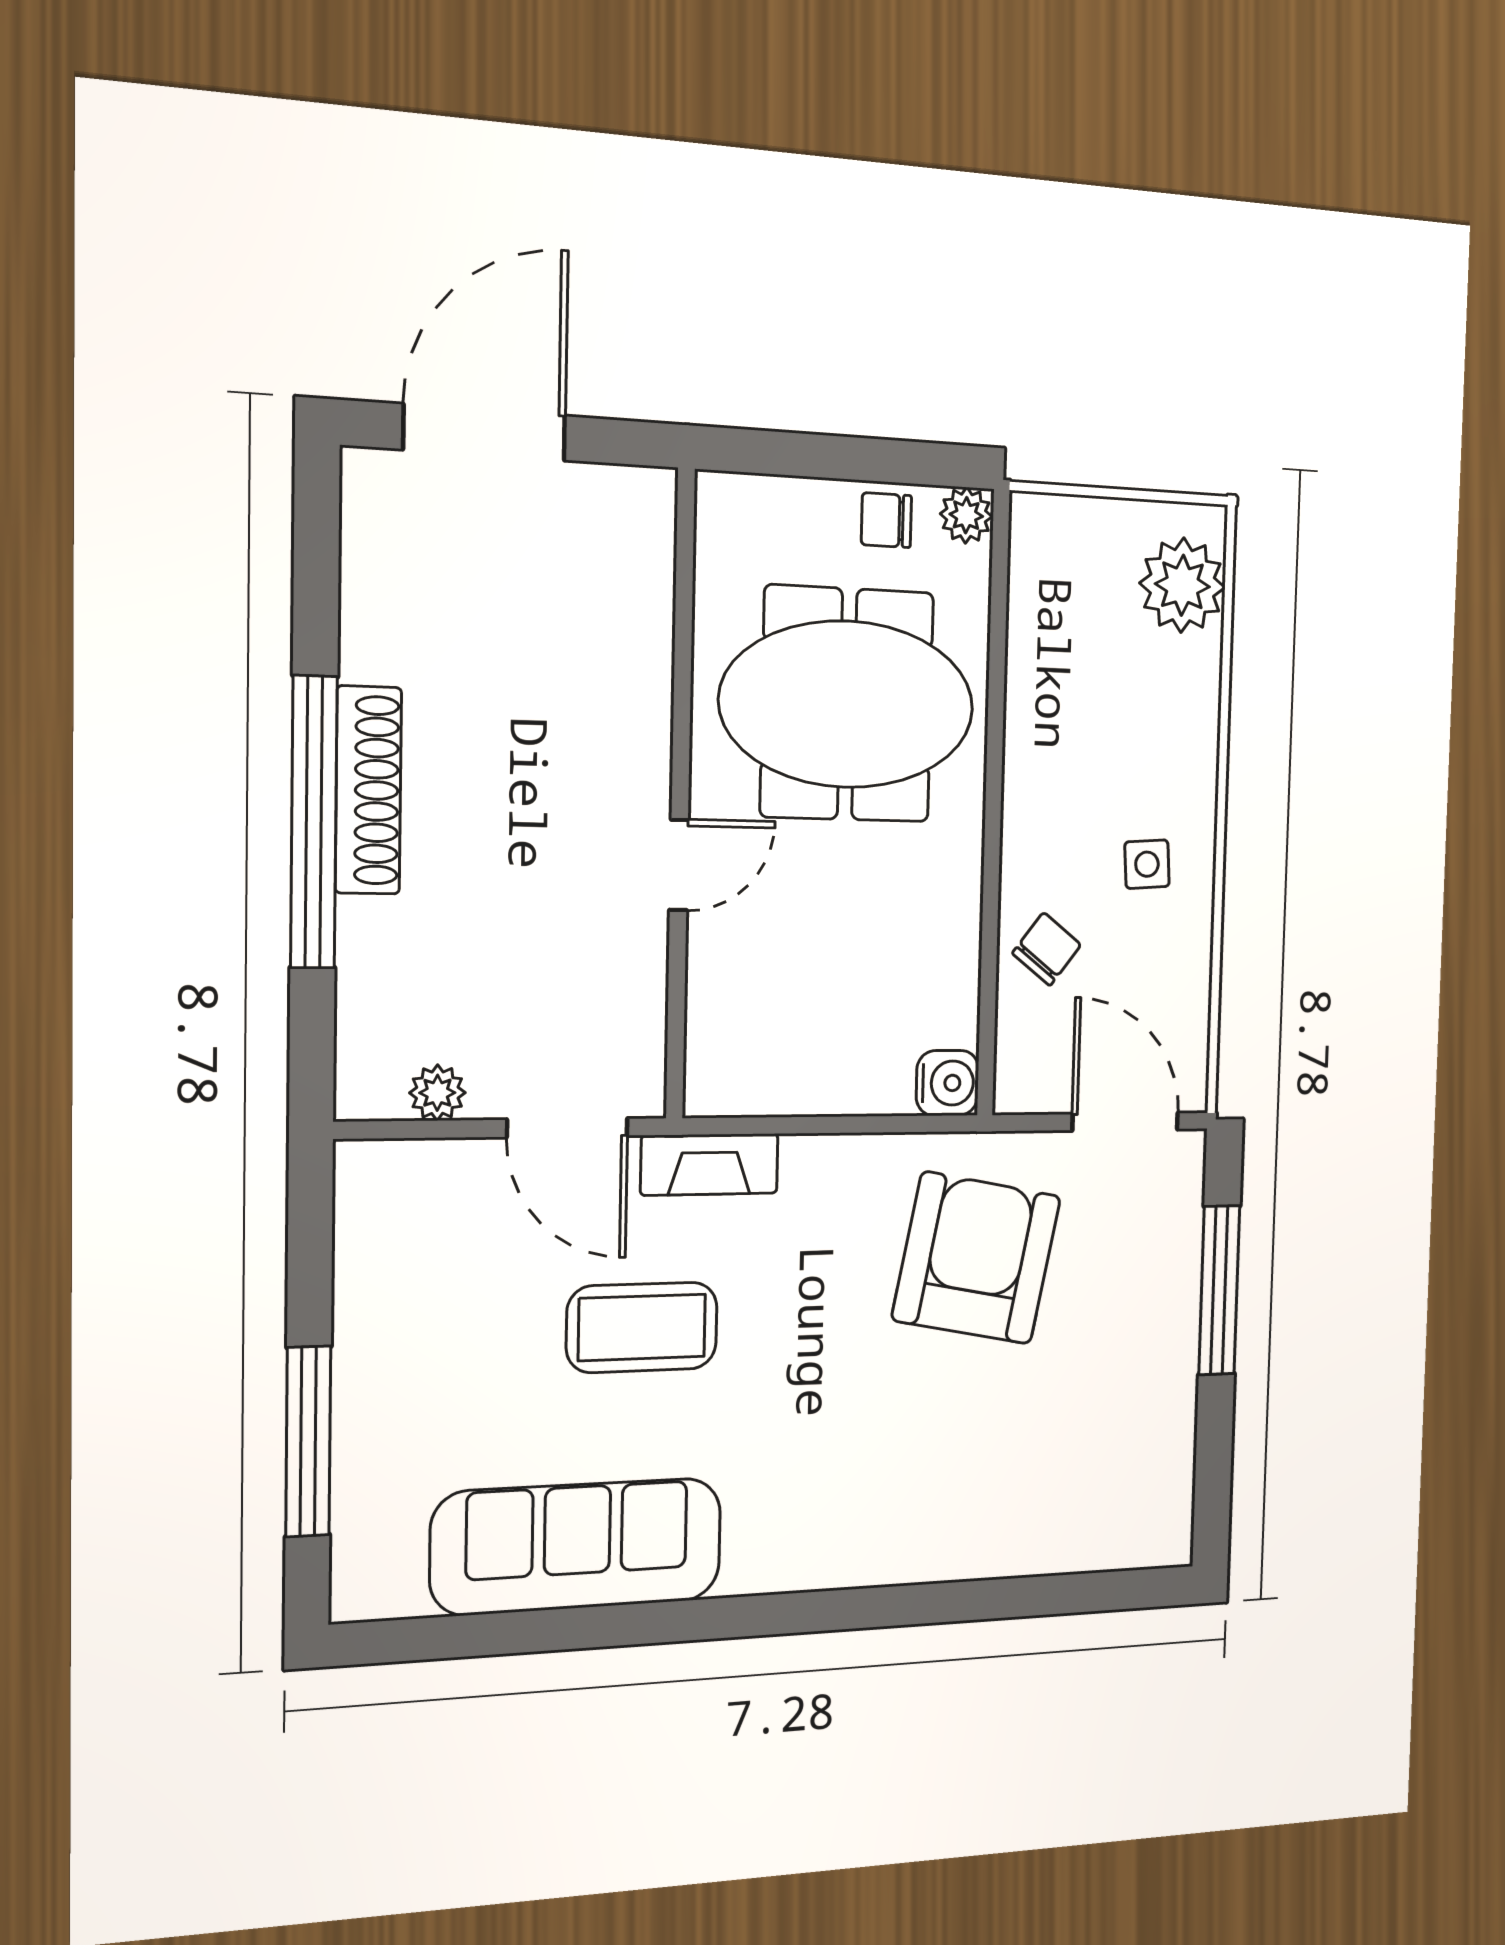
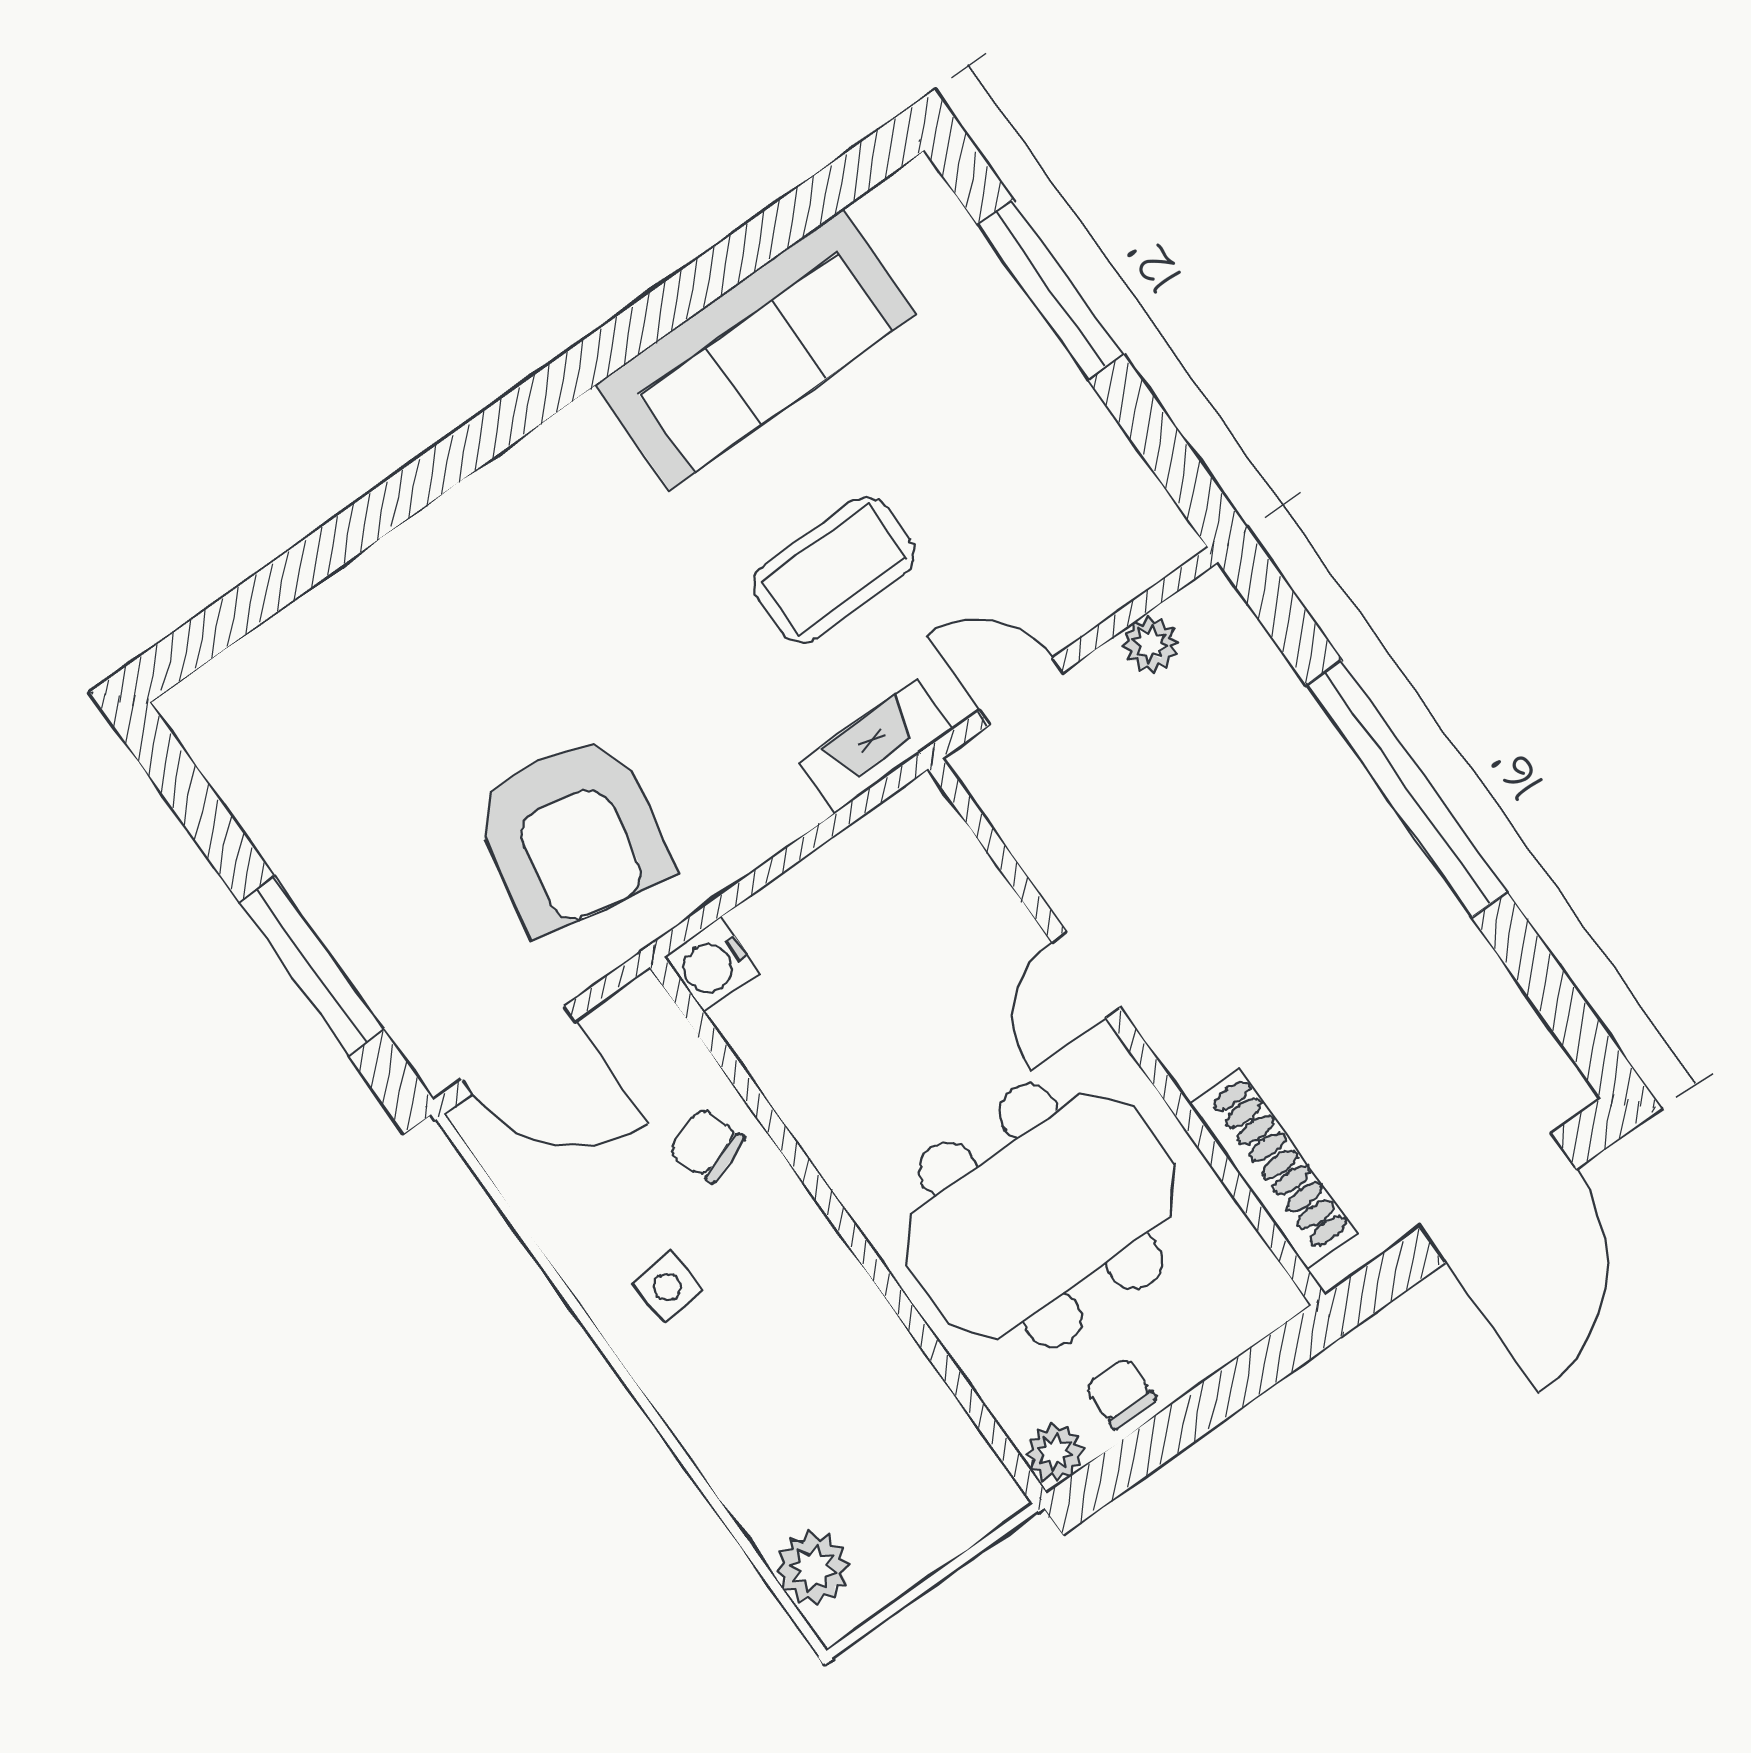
chair: (886, 520) -> (1120, 1393), turned -90
plant: (1182, 585) -> (813, 1568), width x0.73, depth x0.73
shoe rack: (368, 790) -> (1273, 1168), moved, turned 180
chair: (1047, 949) -> (707, 1145), turned 123
door: (567, 1128) -> (1021, 692), width x0.73

